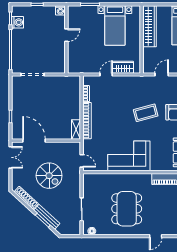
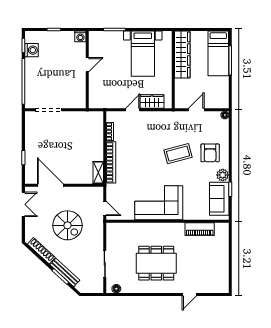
dining table: (127, 209) -> (156, 263), turned 90

